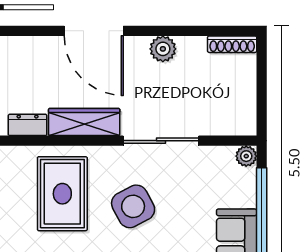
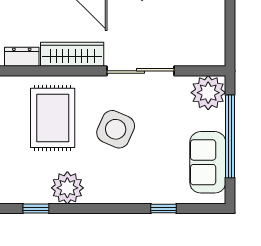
plant: (246, 156) -> (208, 93), width x1.88, depth x1.88
side table: (133, 206) -> (116, 129), turned -38

